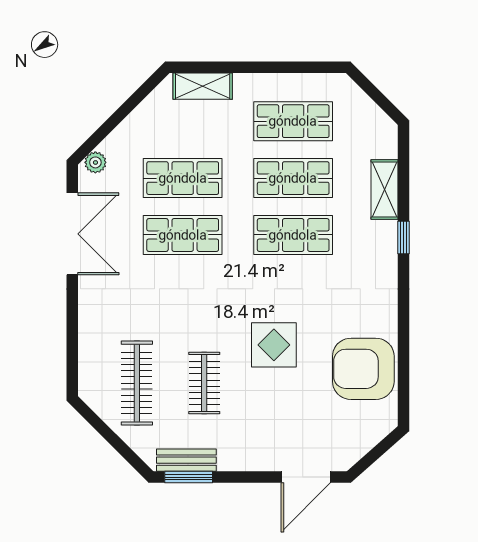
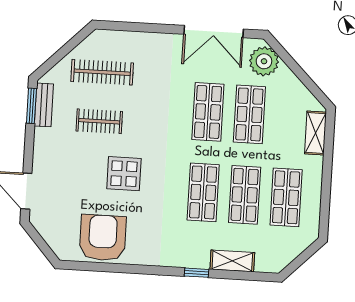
plant: (95, 162) -> (264, 61), width x1.87, depth x1.87

